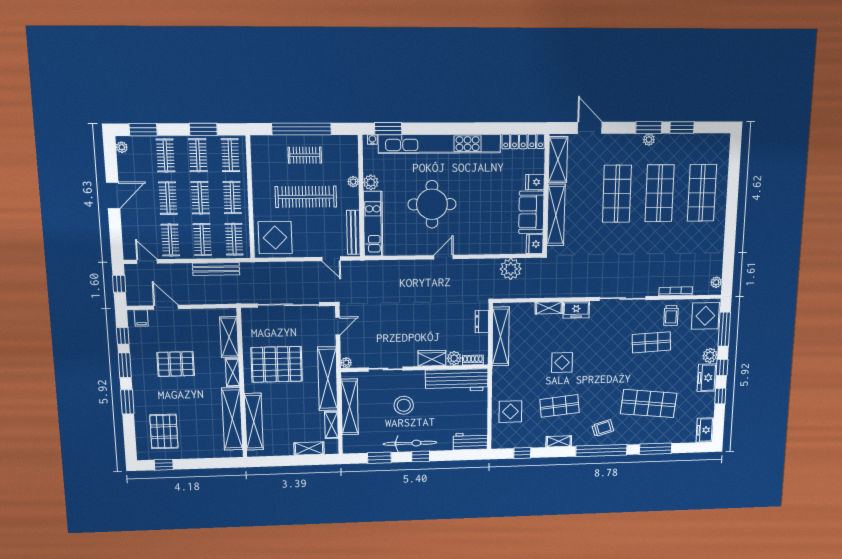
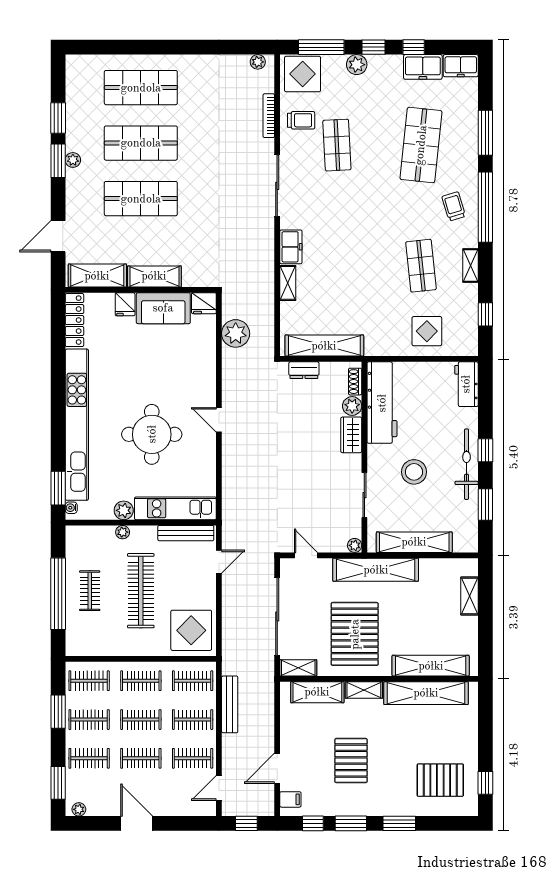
shelving: (556, 215) -> (154, 276), width x0.68
display table: (562, 362) -> (361, 264), removed
freezer: (707, 378) -> (423, 67), moved
shelving: (331, 425) -> (298, 668), moved

